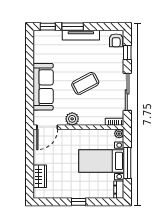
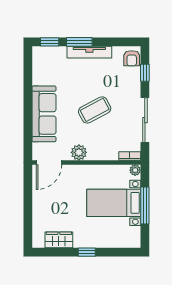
wardrobe: (40, 176) -> (59, 240), moved, turned -90
dresser: (119, 190) -> (135, 237), removed

